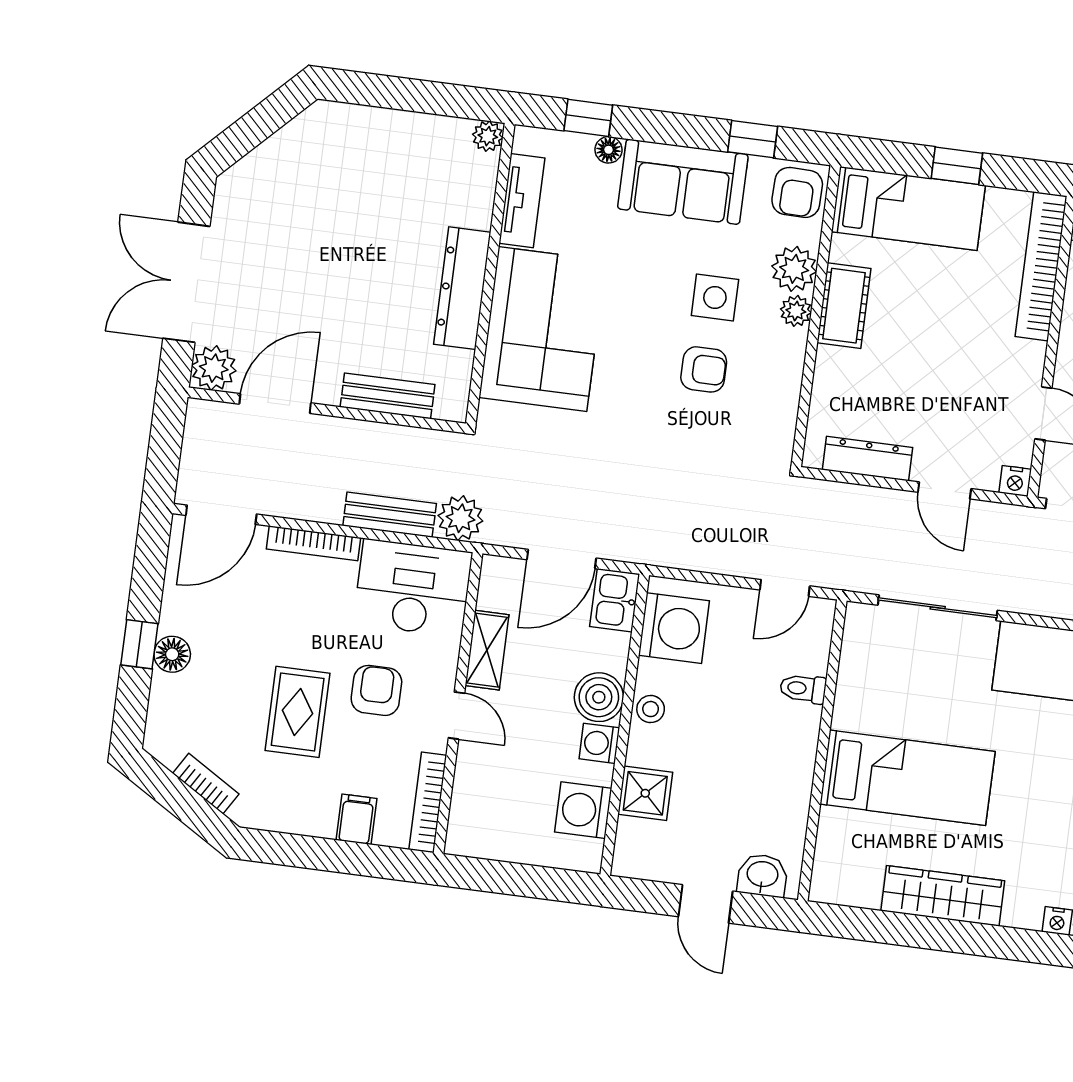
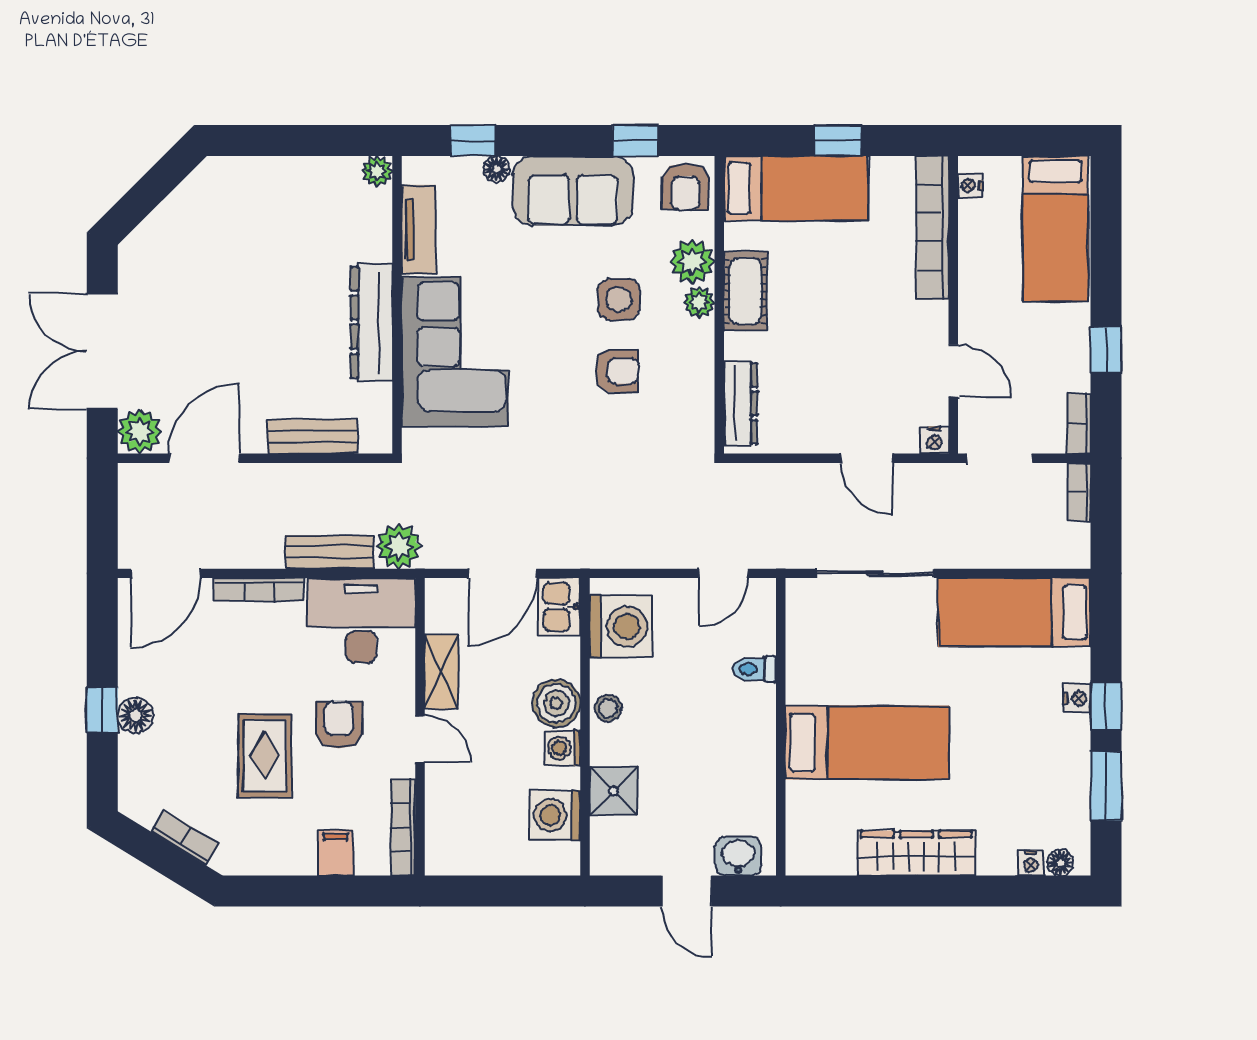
dresser: (867, 459) -> (741, 403), moved, turned 90

